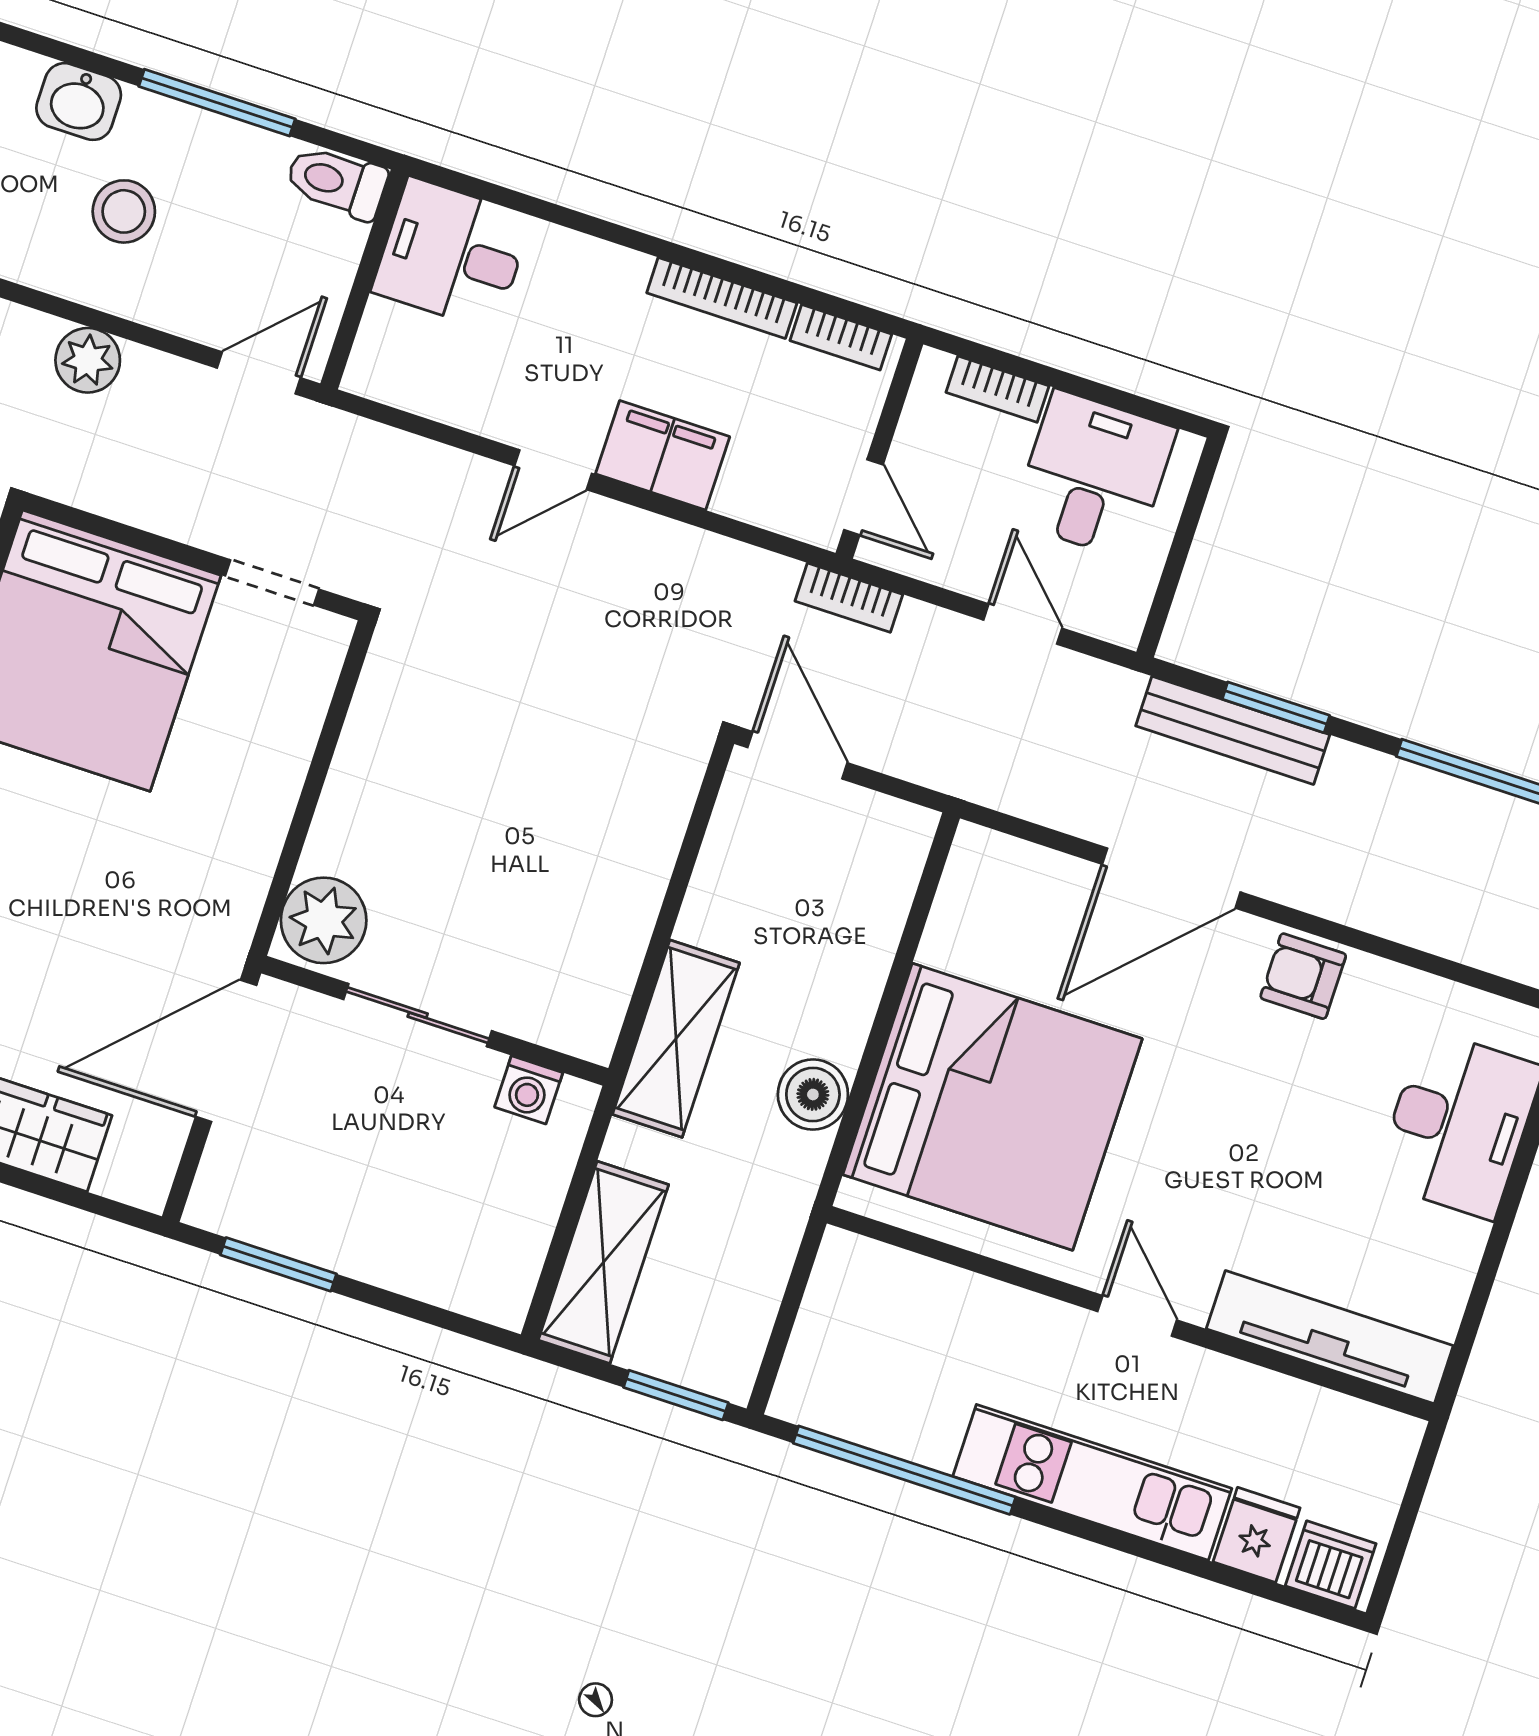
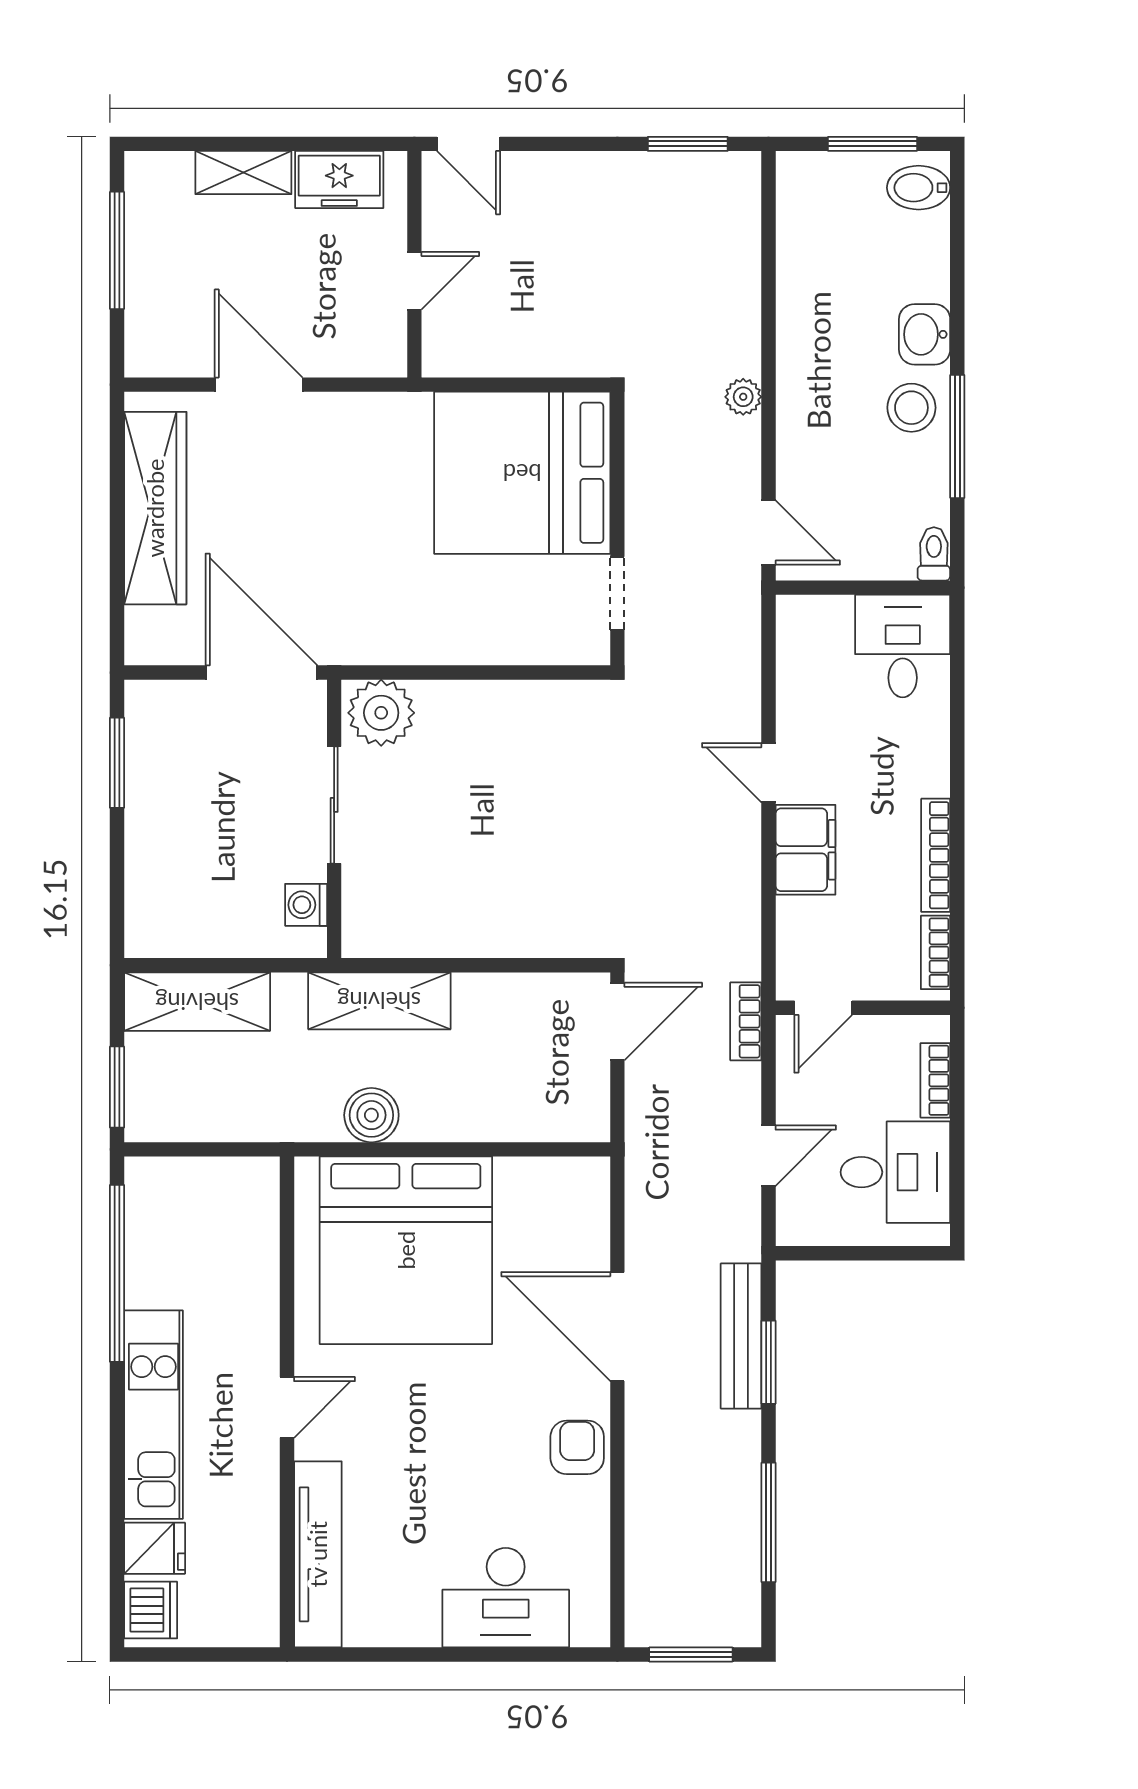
toilet: (337, 182) -> (934, 554), width x0.73, depth x0.72
stool: (124, 211) -> (911, 408), moved
plant: (88, 360) -> (743, 397), width x0.73, depth x0.73

